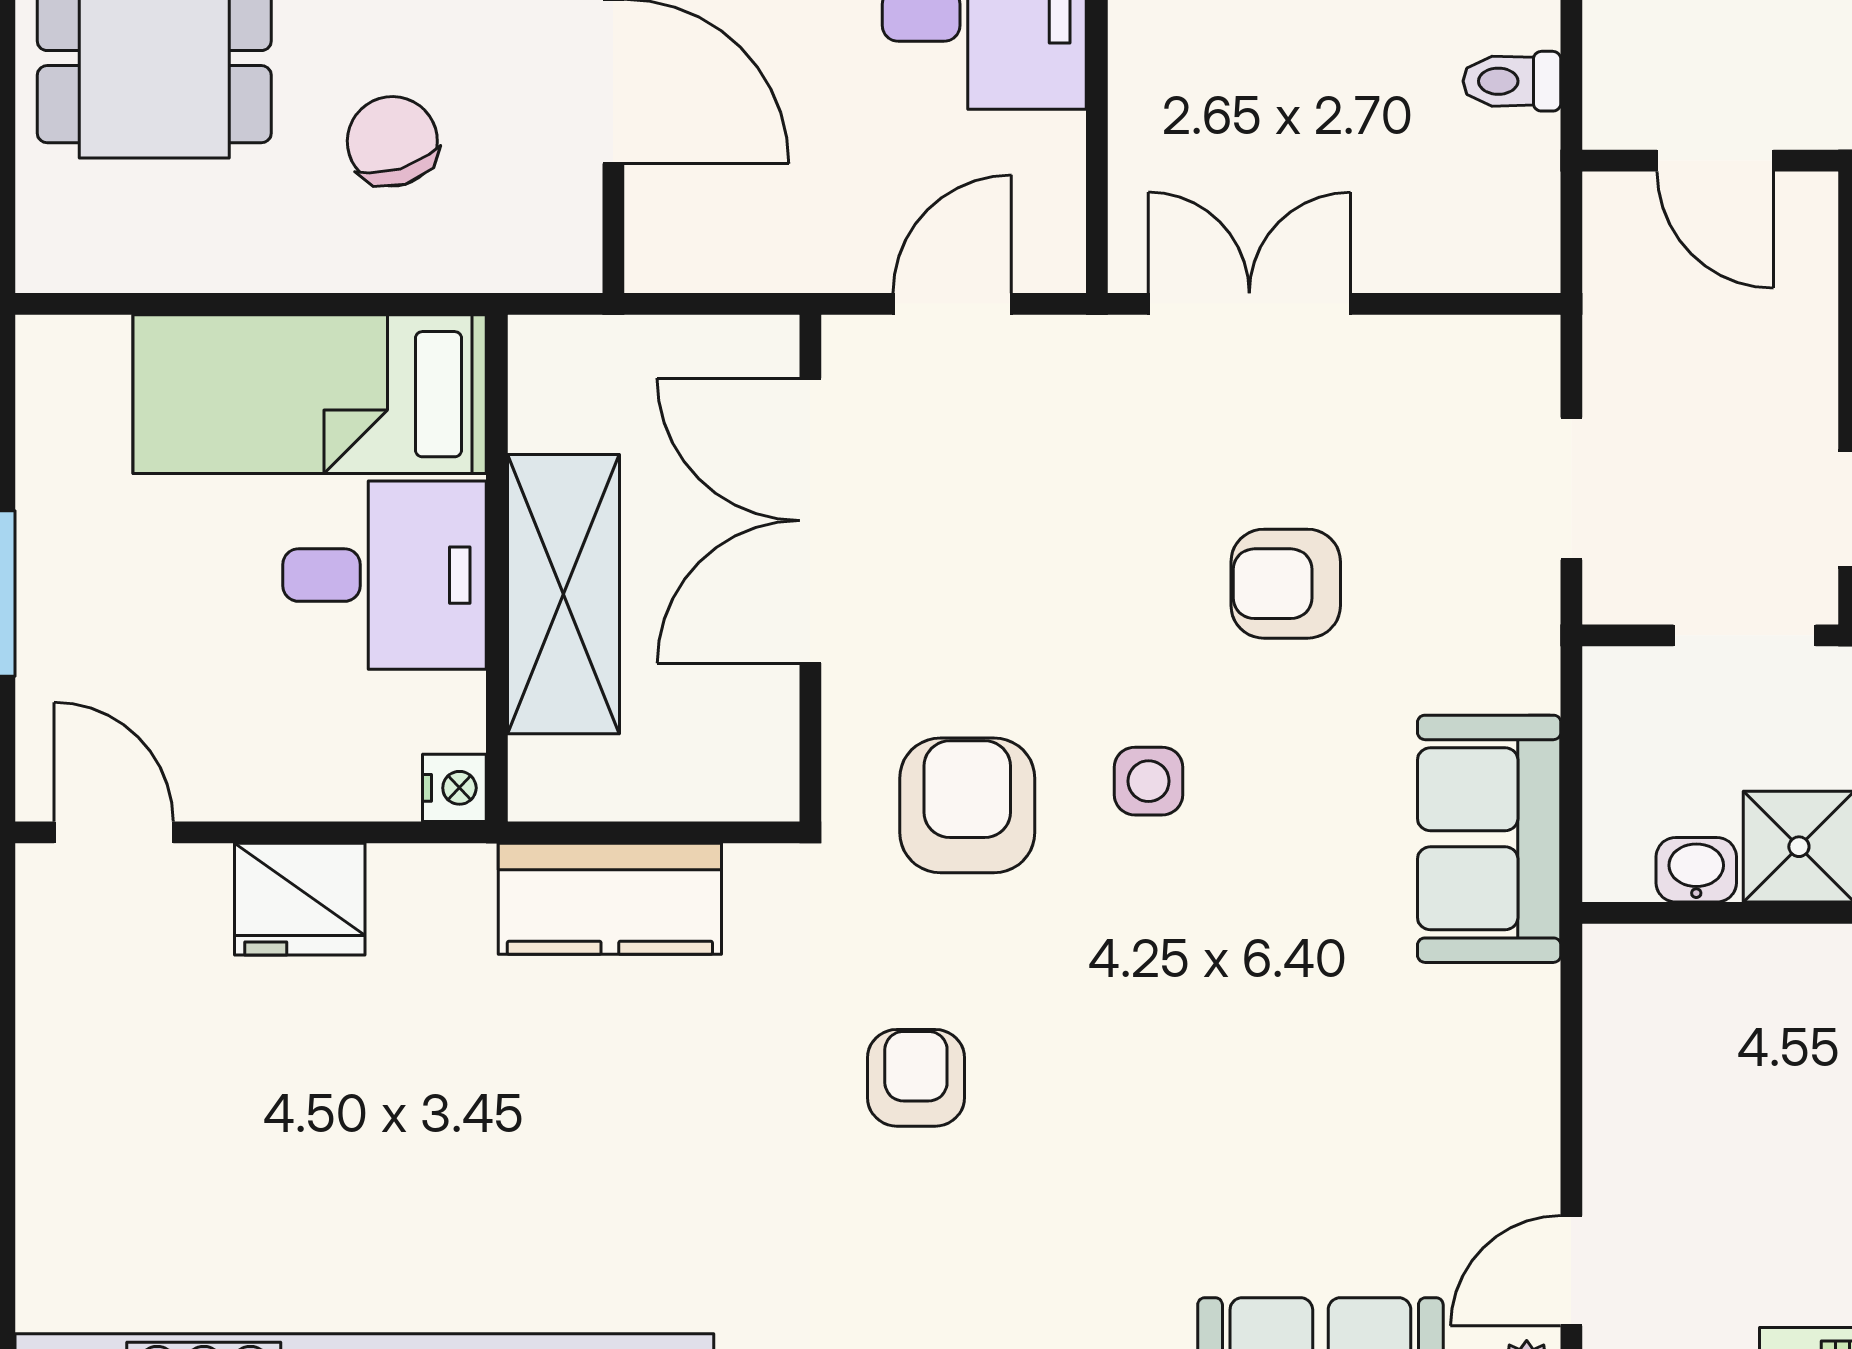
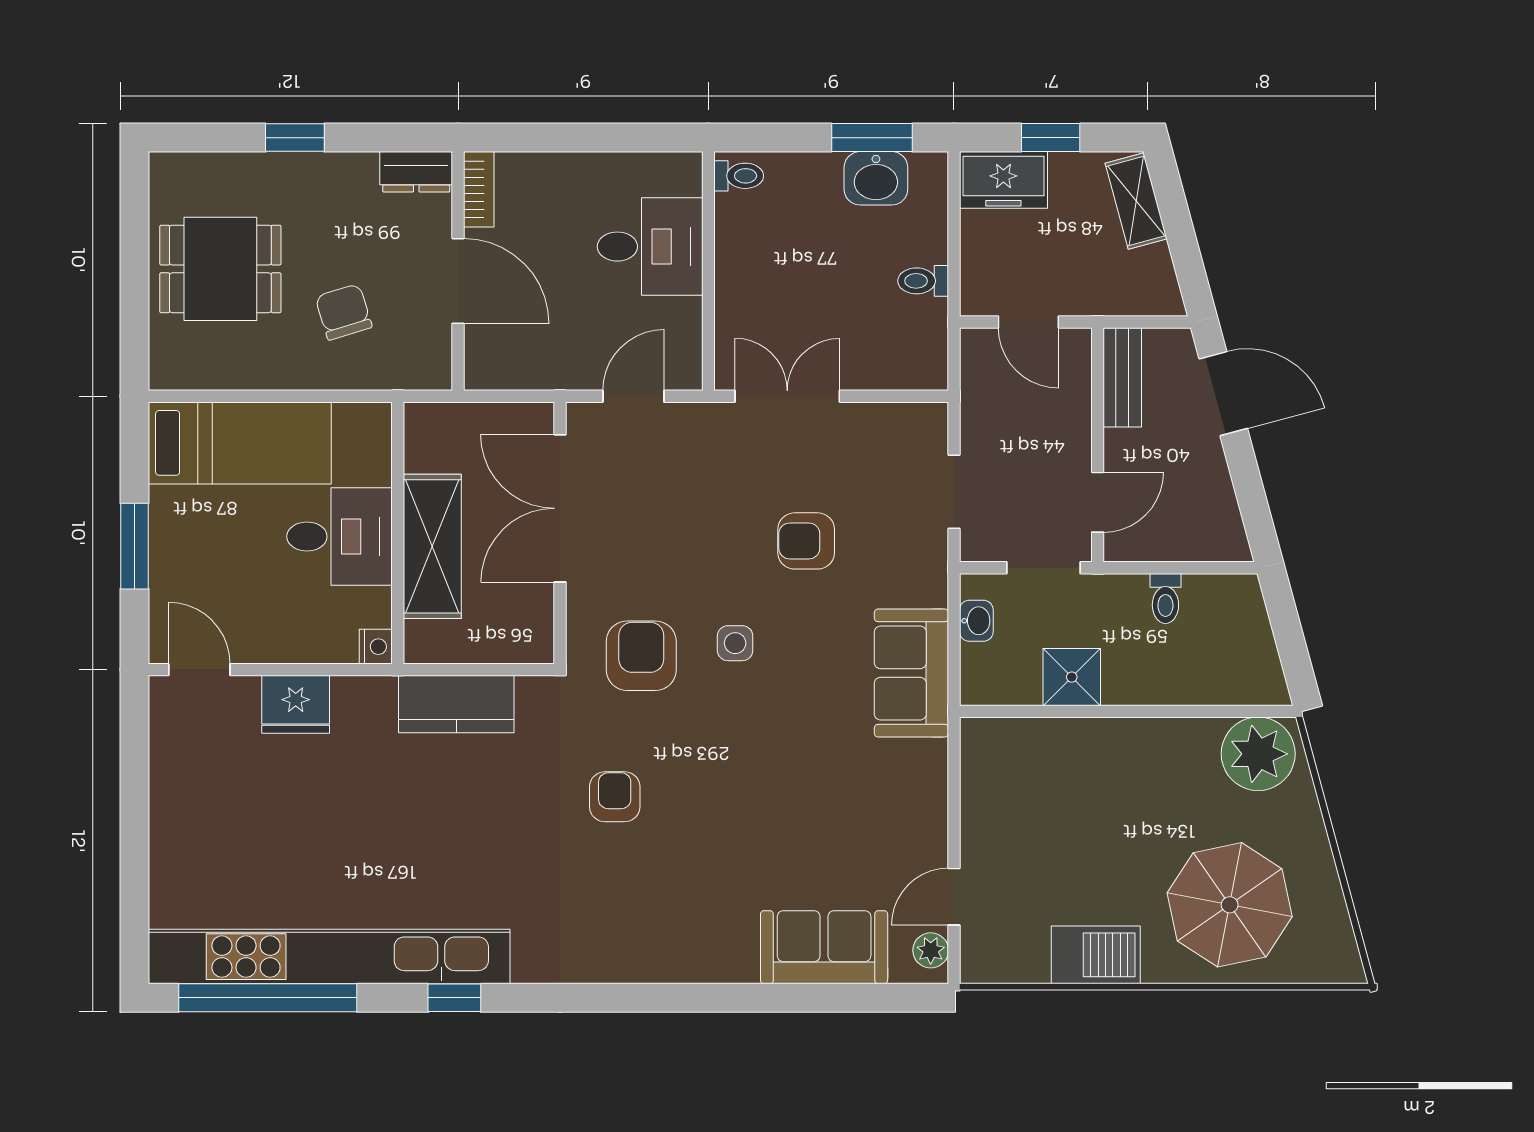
bed: (310, 394) -> (240, 443), moved, turned 180
washbasin: (1696, 870) -> (976, 621), moved, turned 90

